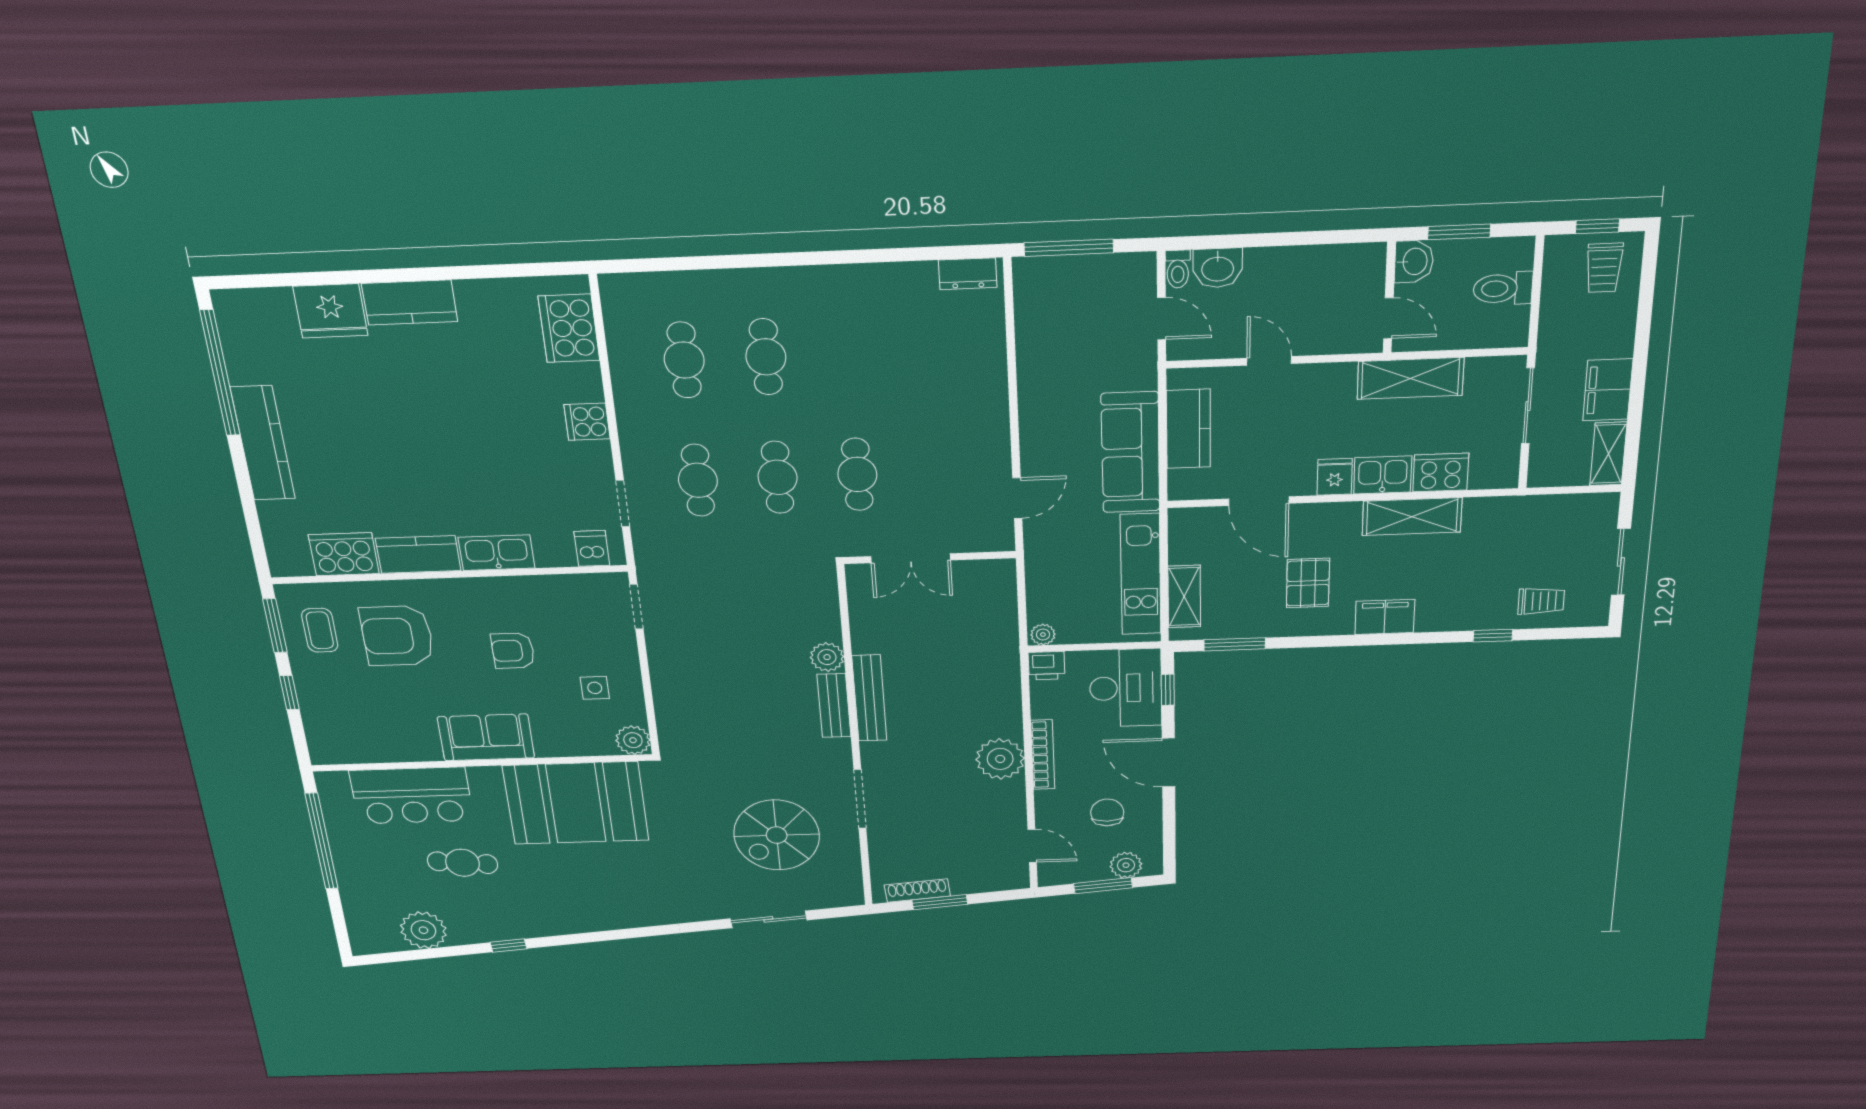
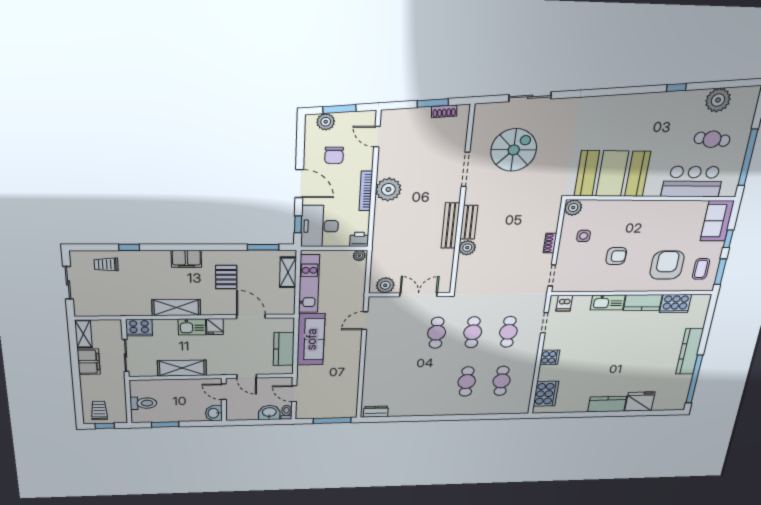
washbasin: (1414, 261) -> (214, 413), moved
wall: (1389, 298) -> (224, 400), moved
door: (1388, 318) -> (224, 392), moved
cooker: (1441, 473) -> (139, 328), moved
plant: (983, 576) -> (385, 285), added
armchair: (397, 636) -> (667, 265), turned -90
shoe rack: (660, 672) -> (550, 243), added
sofa: (486, 737) -> (717, 221), moved, turned 90
cafe table: (463, 863) -> (712, 139), moved
shoe rack: (917, 891) -> (444, 111), width x0.70

